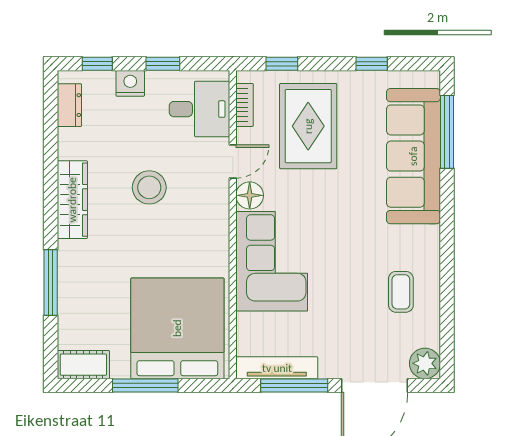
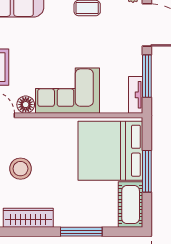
cot: (83, 365) -> (131, 205), width x1.37, depth x1.34
tv unit: (277, 368) -> (136, 95), width x0.71

